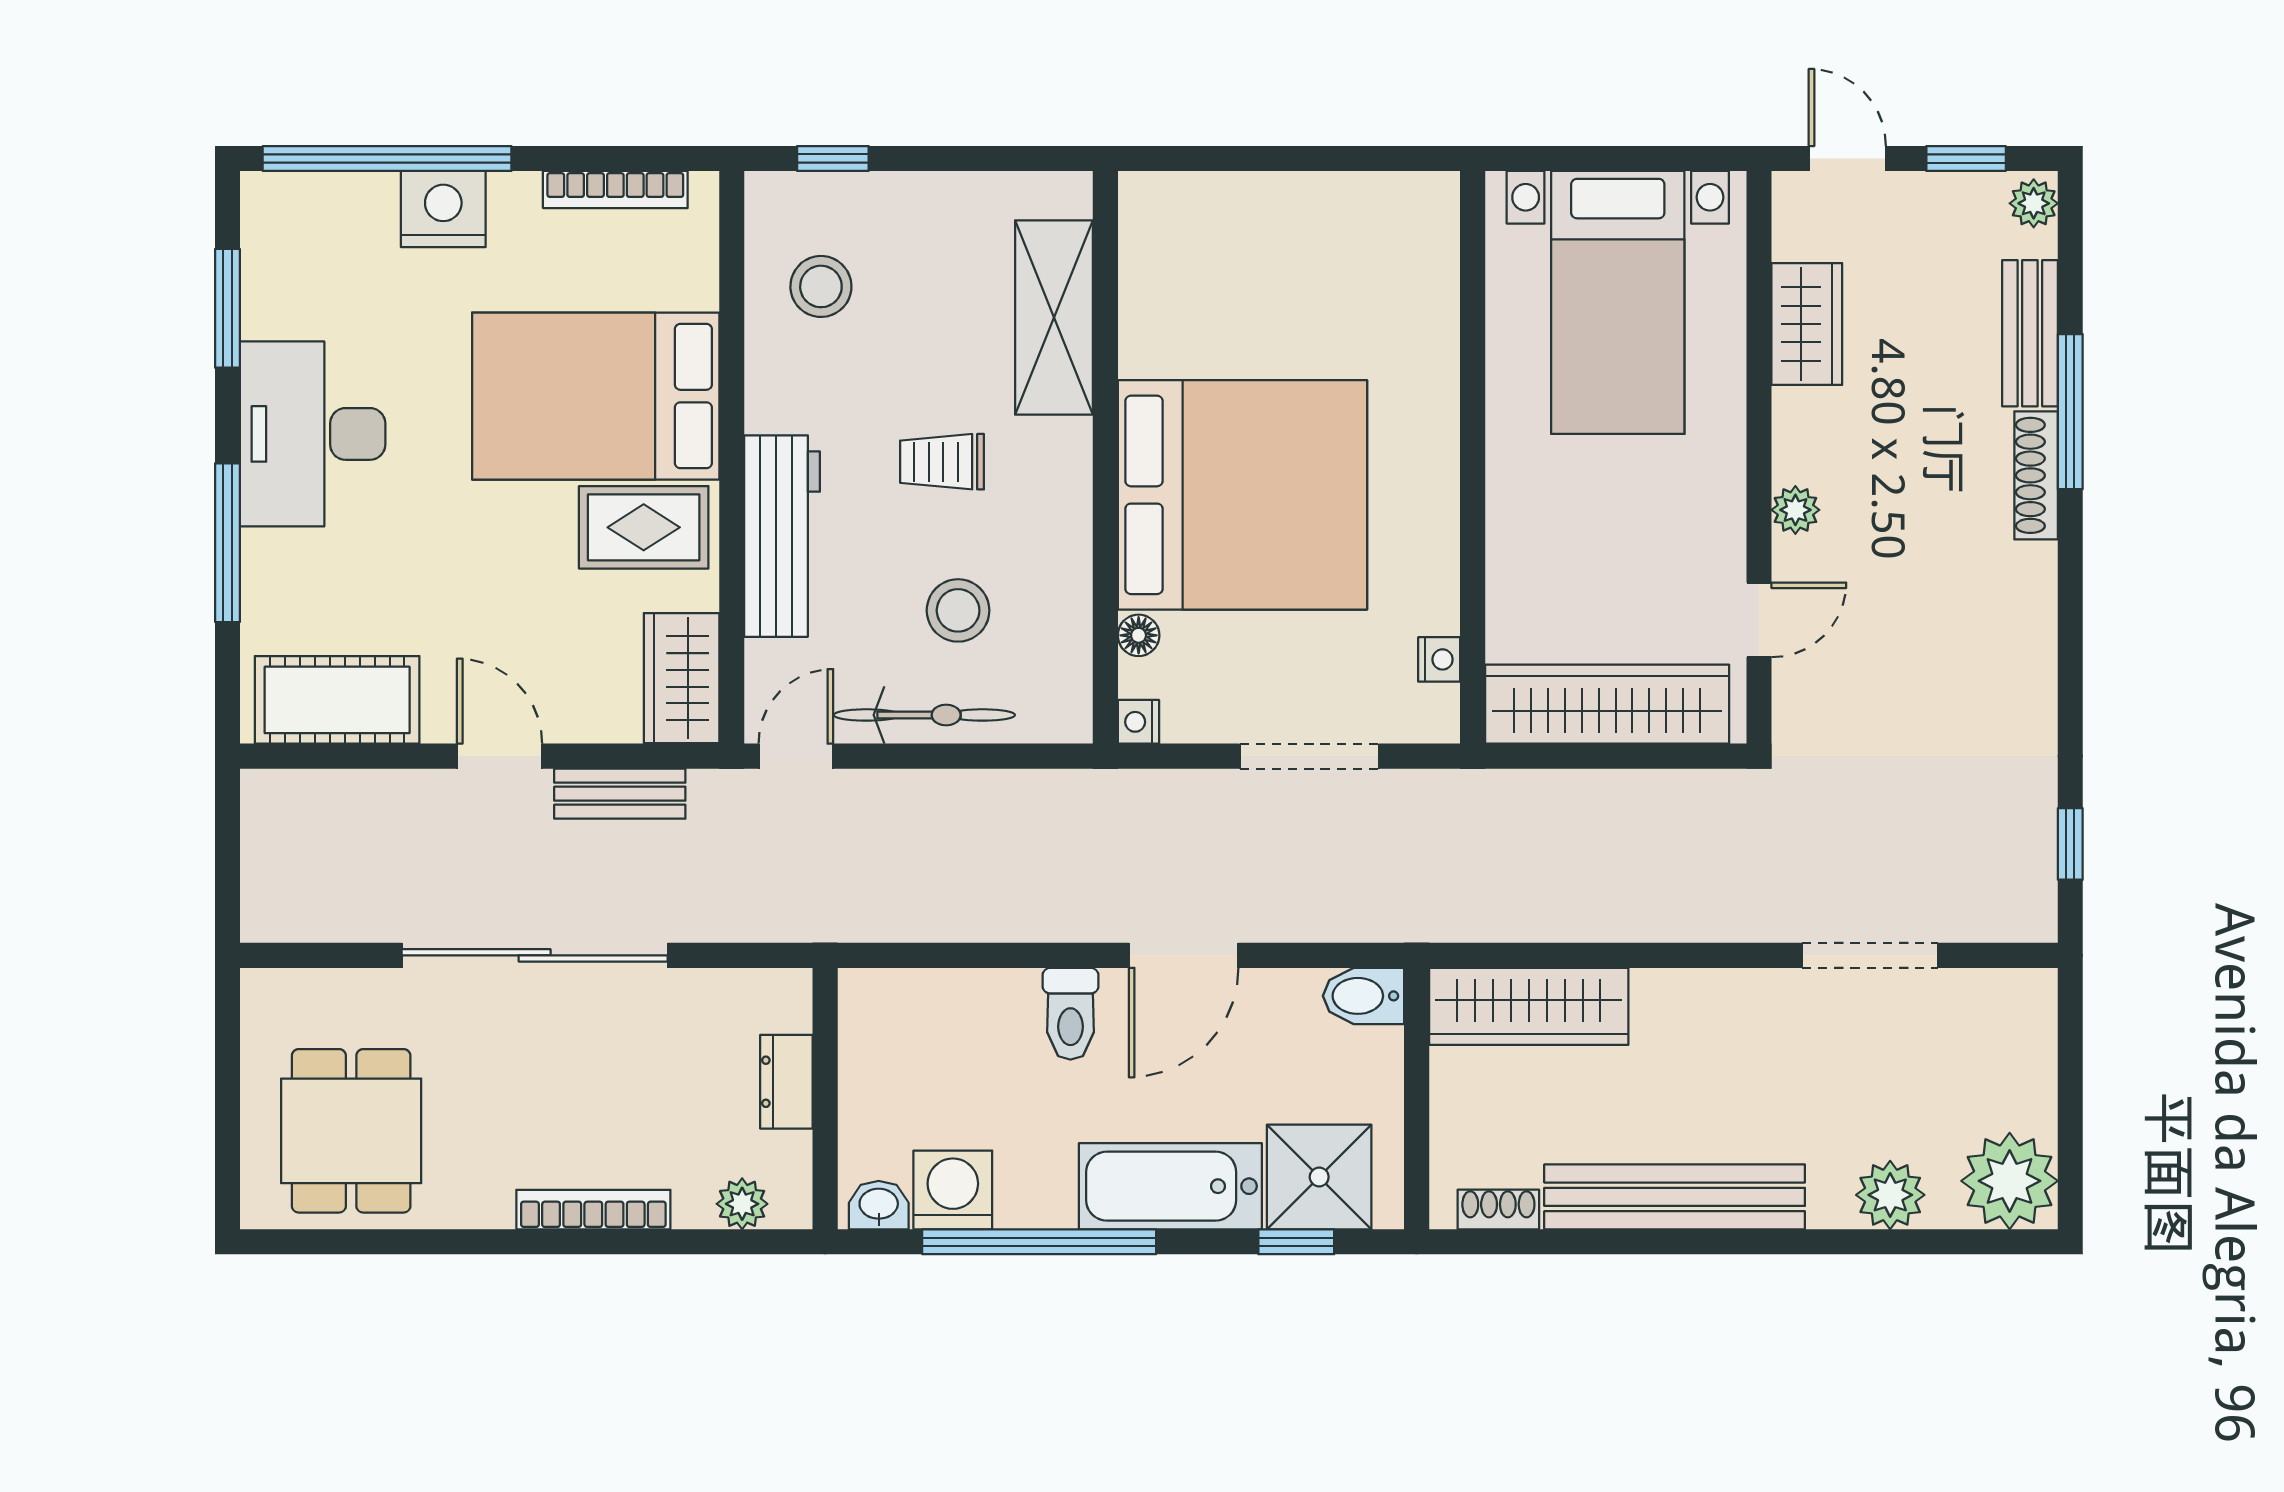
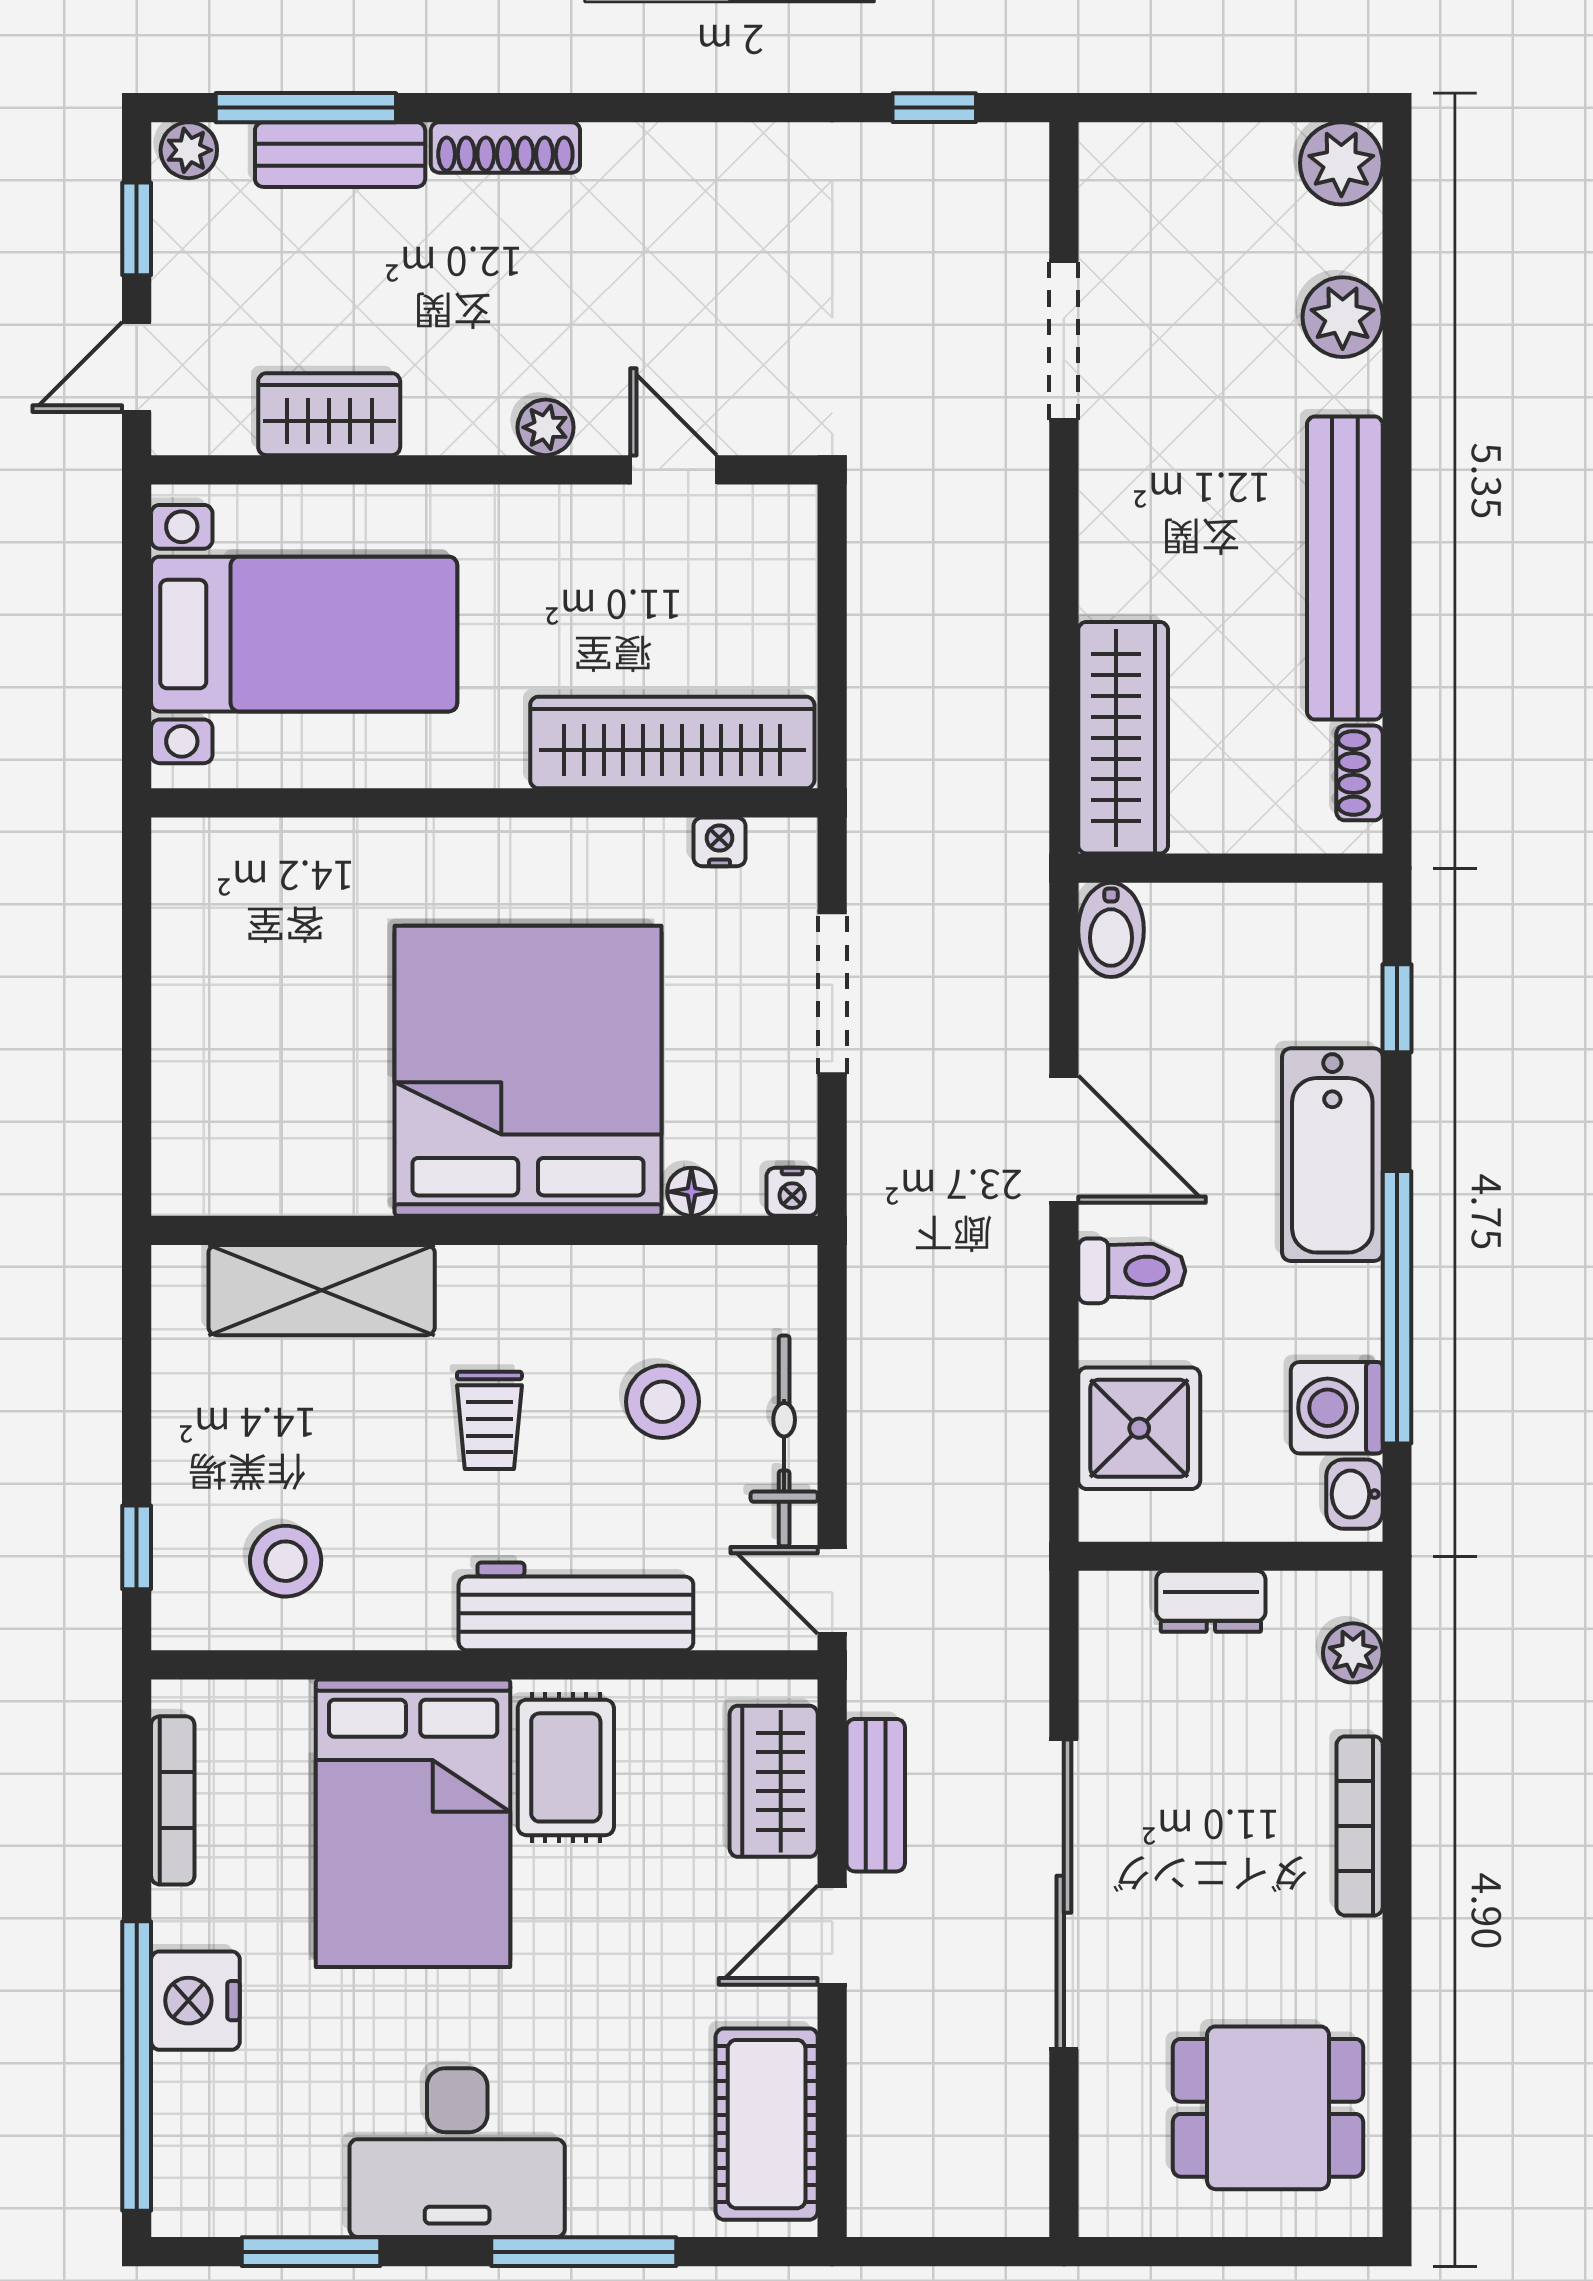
window: (2070, 412) -> (306, 108), moved
wardrobe: (682, 678) -> (774, 1781), moved, turned 90
wardrobe: (1607, 704) -> (672, 742), moved, turned 90
shower: (1319, 1177) -> (1139, 1428), moved
plant: (2010, 1181) -> (1341, 163), width x0.73, depth x0.73

